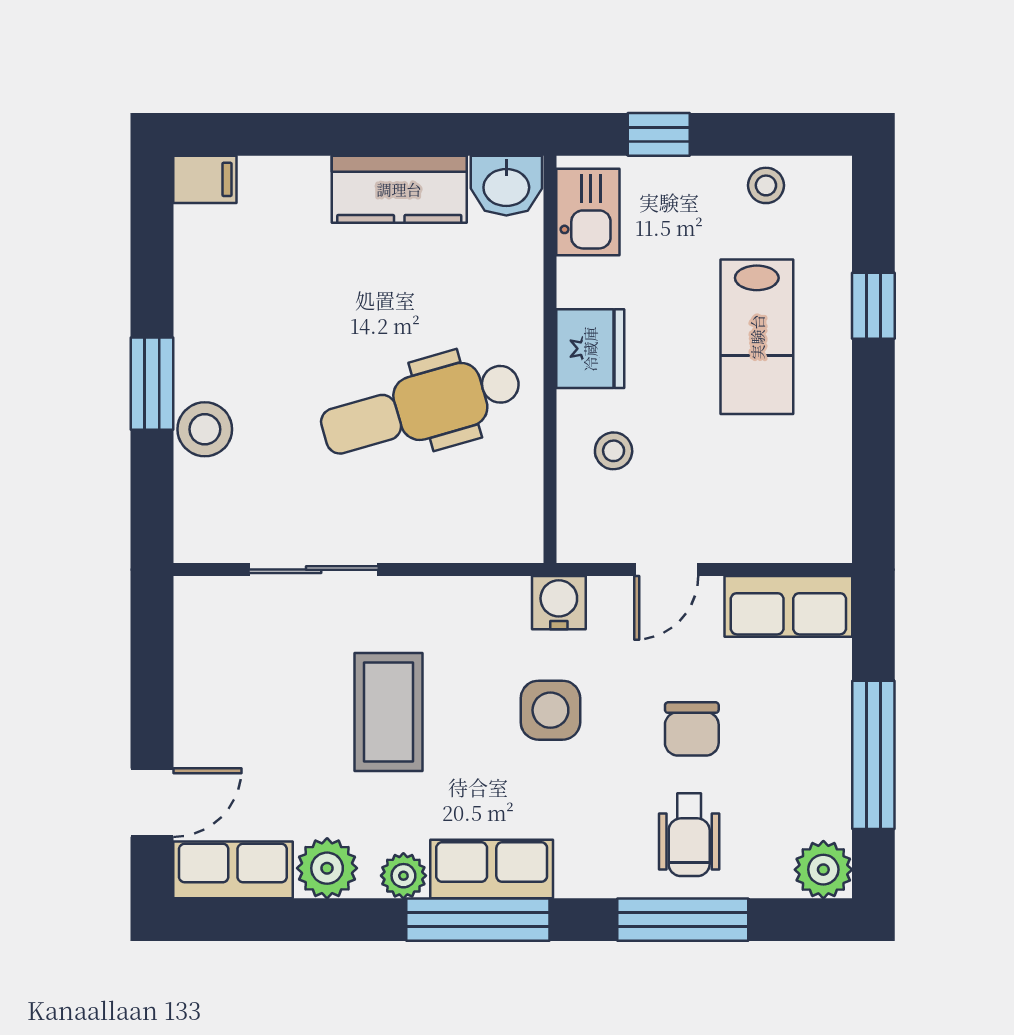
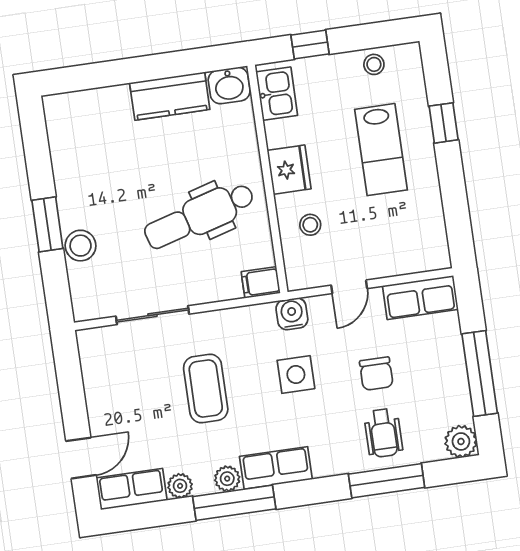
filing cabinet: (205, 179) -> (261, 282), moved, turned 180
plant: (327, 868) -> (180, 486), width x0.73, depth x0.73
window: (478, 920) -> (234, 503), moved

